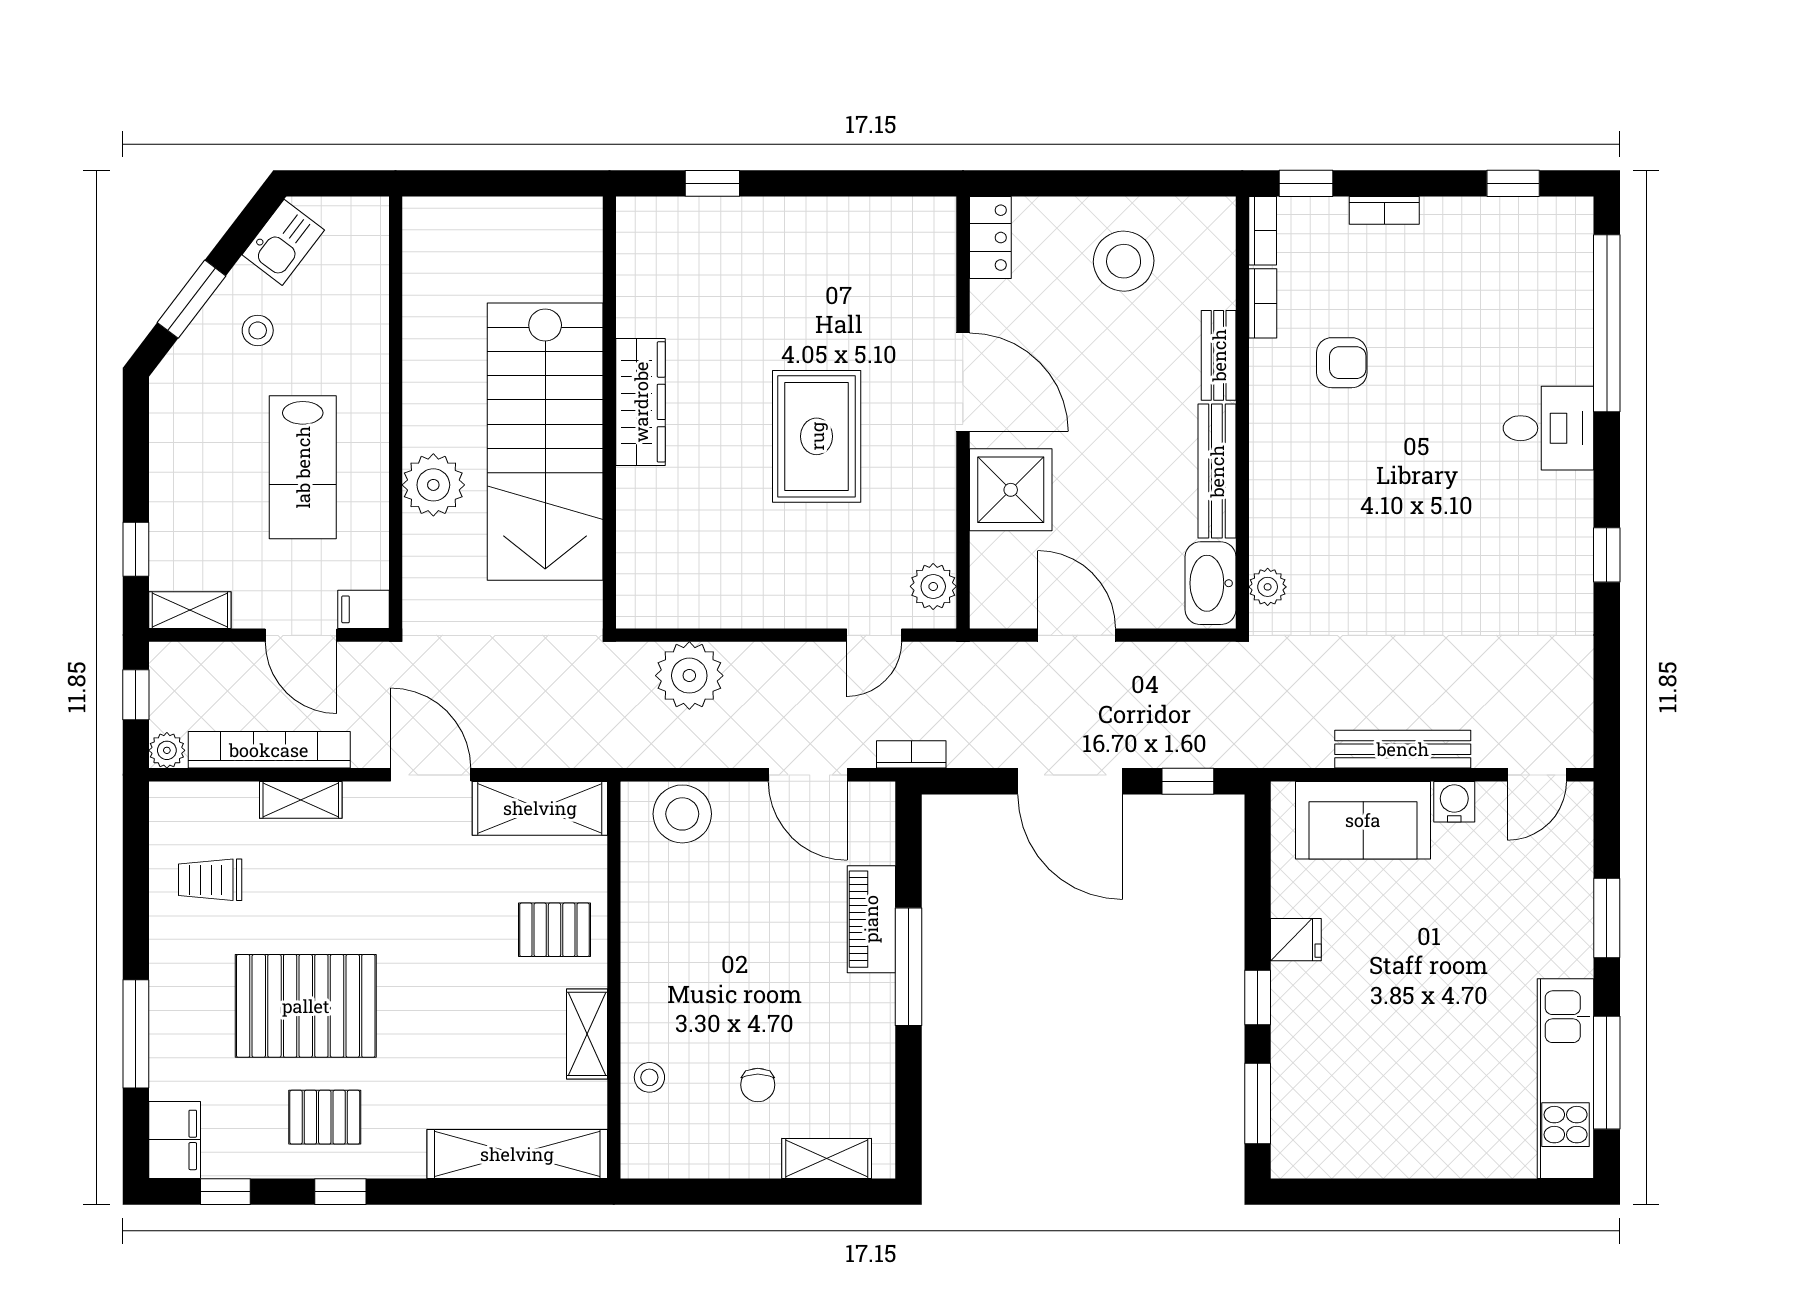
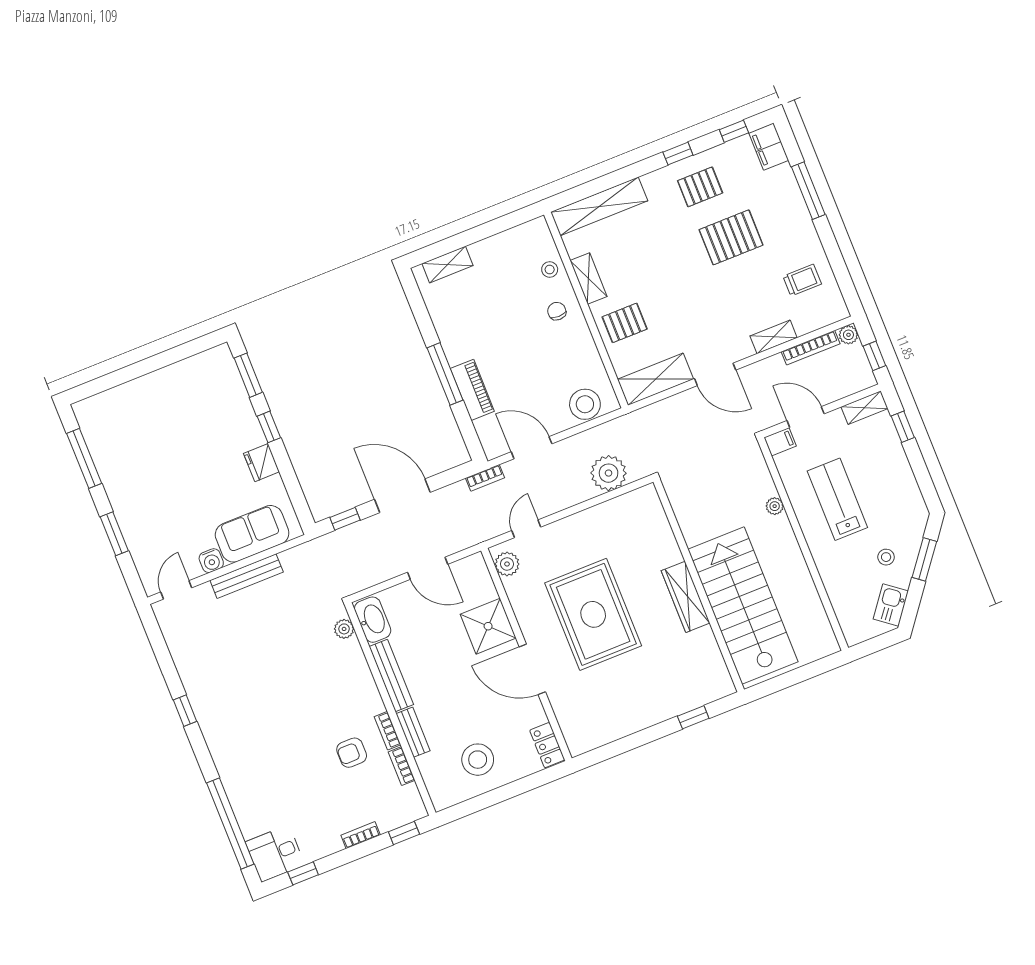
bookcase: (1263, 231) -> (388, 731), moved
desk: (1548, 428) -> (275, 853), moved
rug: (817, 436) -> (593, 614), width x1.37, depth x1.44
stairs: (545, 442) -> (743, 605), moved
plant: (433, 485) -> (775, 506), width x0.53, depth x0.53
bookcase: (269, 750) -> (811, 348), width x0.68, depth x0.76
fridge: (1296, 940) -> (261, 463), width x1.38
pallet: (306, 1006) -> (731, 237), width x0.73, depth x0.71
kitchen unit: (1566, 1079) -> (103, 447), removed
chair: (758, 1085) -> (557, 311), moved

